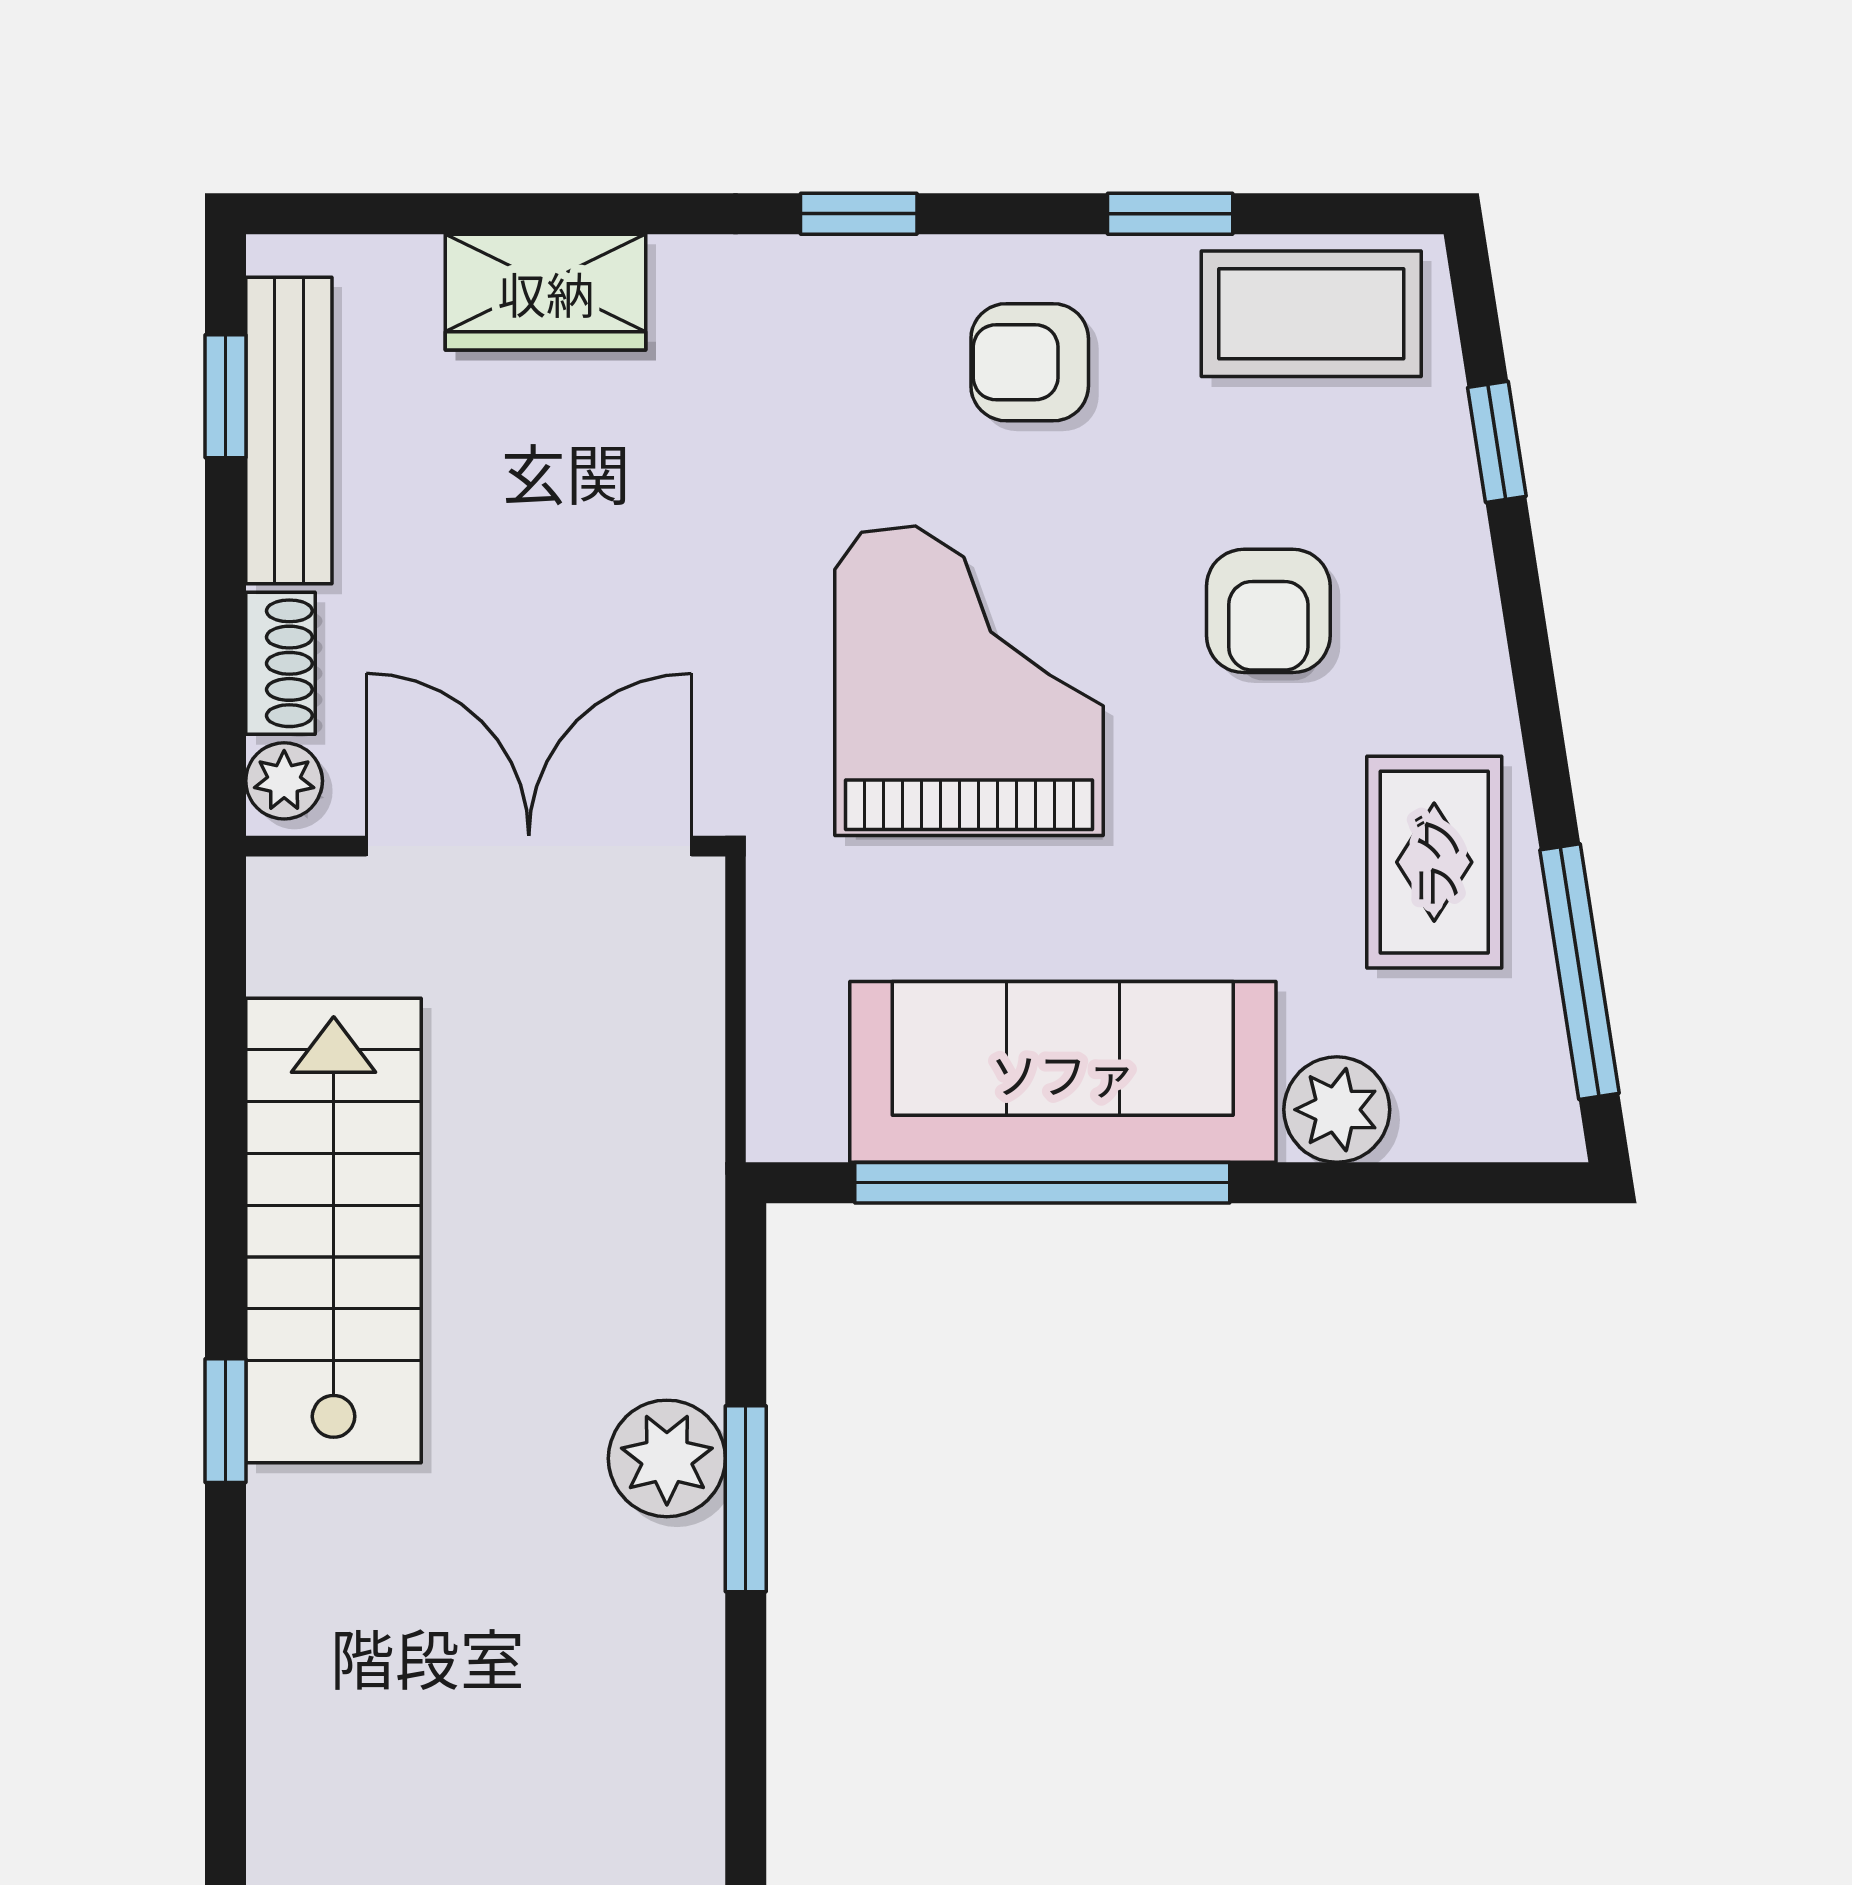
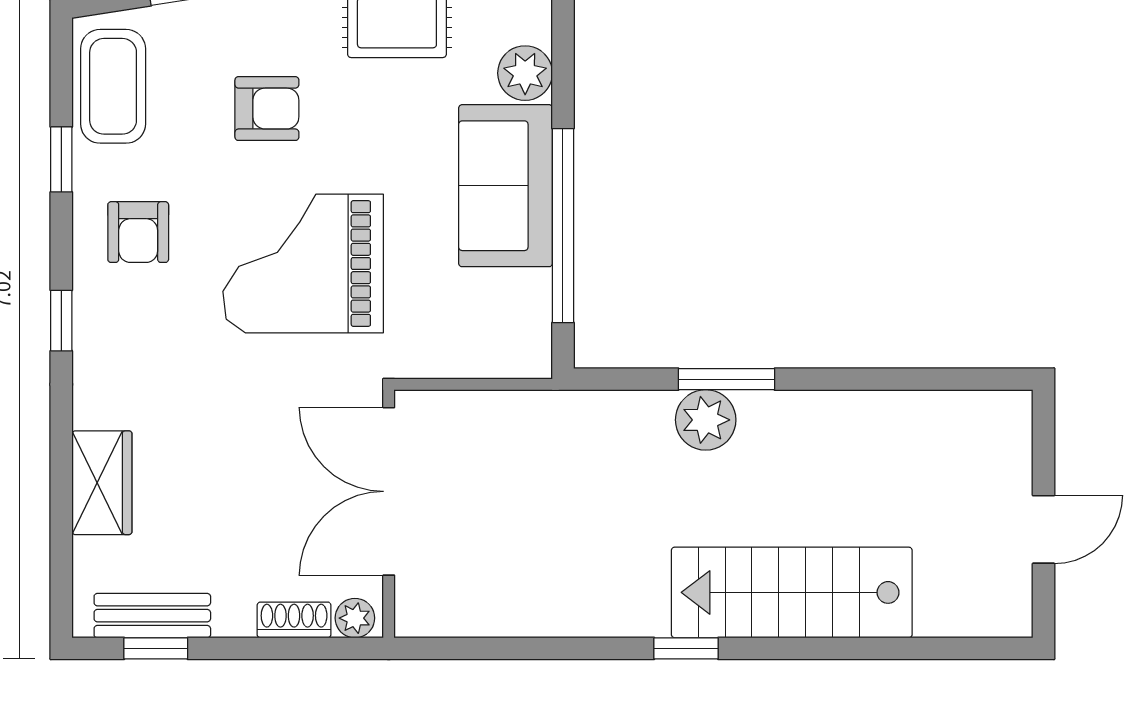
bench: (289, 430) -> (152, 616), width x0.73
sofa: (1063, 1072) -> (506, 186), width x0.73
stairs: (334, 1230) -> (792, 592), moved

